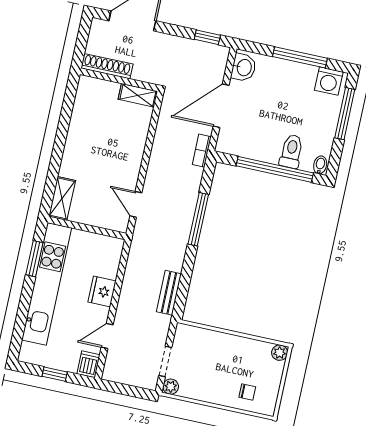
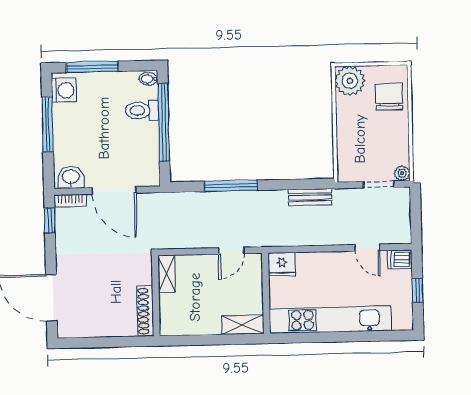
shoe rack: (107, 66) -> (145, 311), moved
wall: (119, 80) -> (156, 296), moved
shelving: (138, 95) -> (167, 274), moved
bookcase: (202, 151) -> (70, 201), moved
window: (34, 259) -> (309, 338), removed
fridge: (102, 291) -> (282, 264), moved
plant: (280, 353) -> (350, 81), width x1.88, depth x1.88
chair: (247, 392) -> (389, 97), width x1.87, depth x1.87

